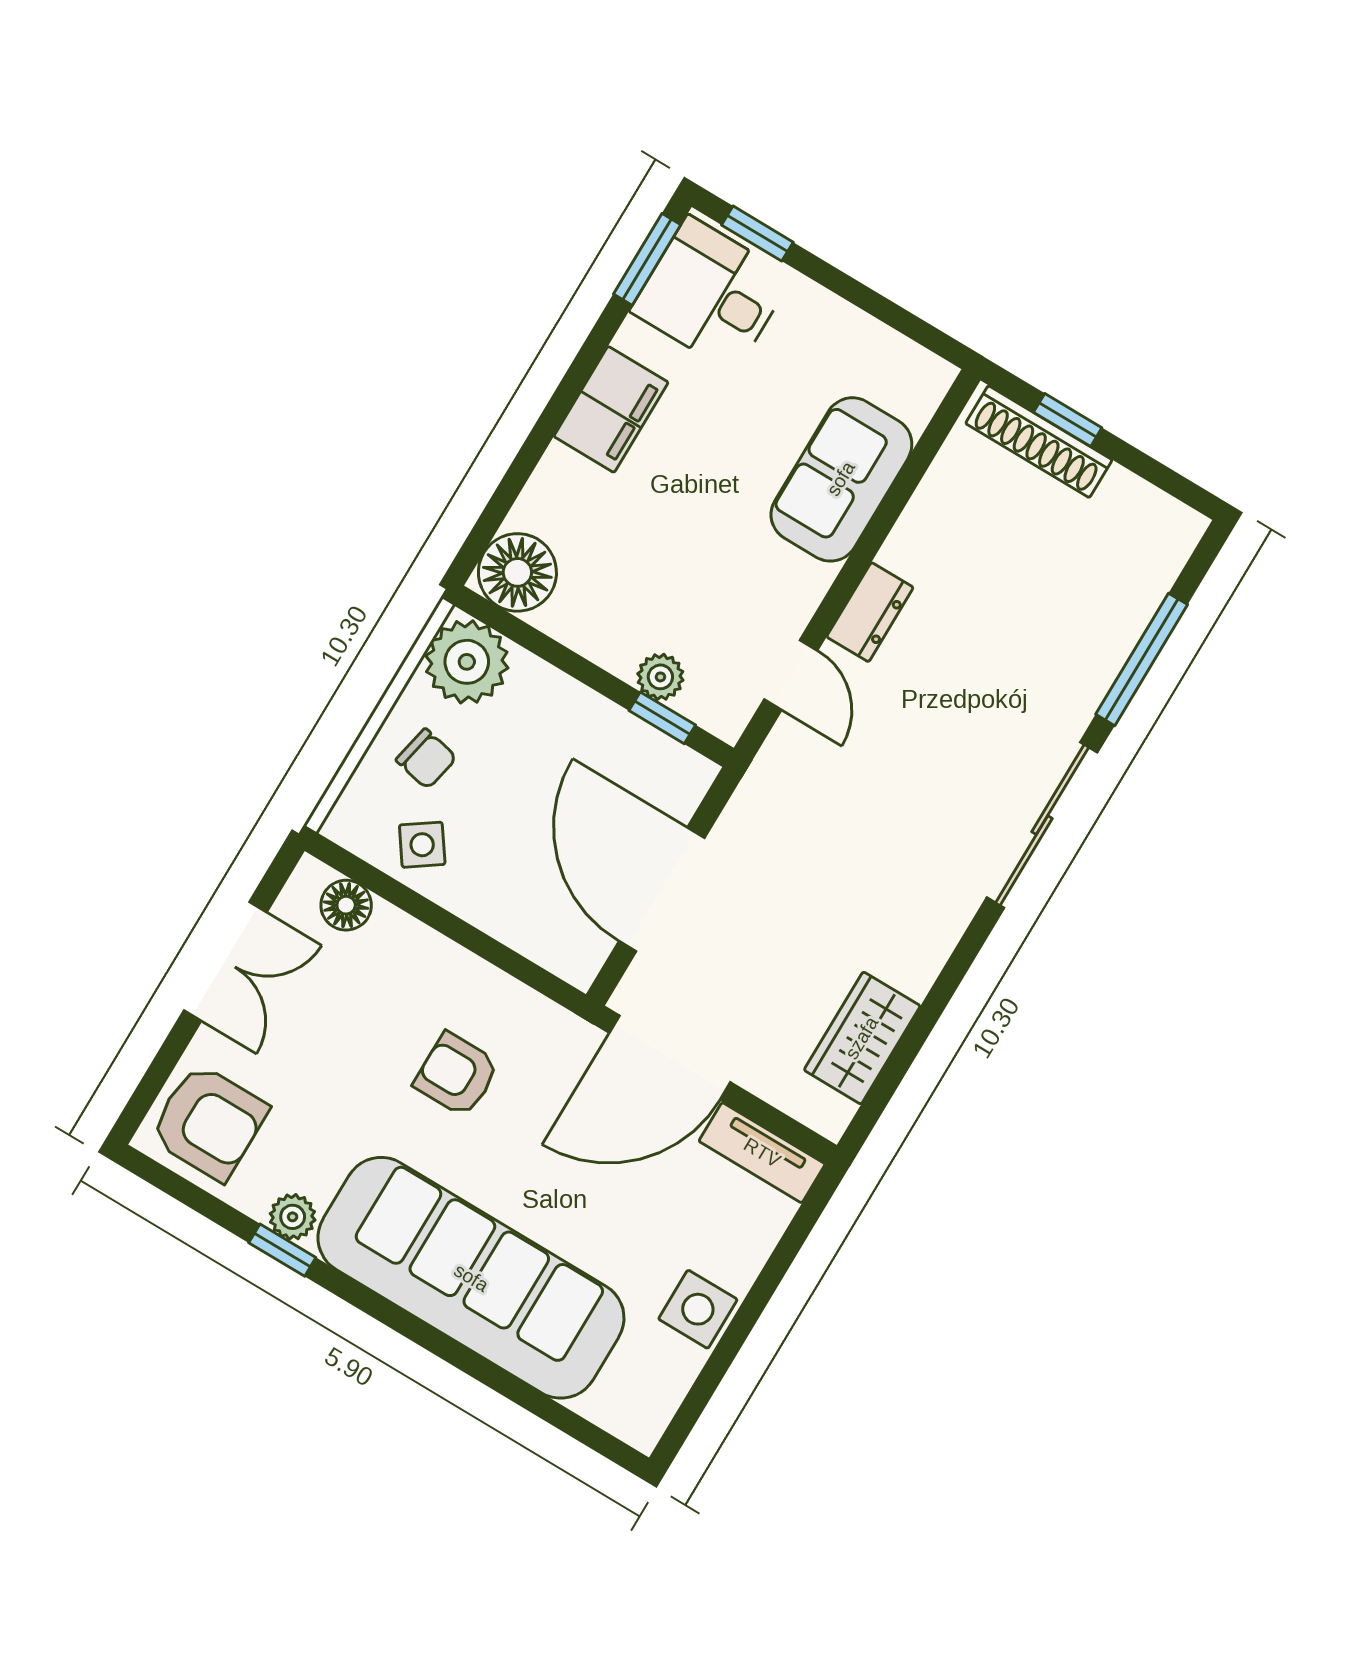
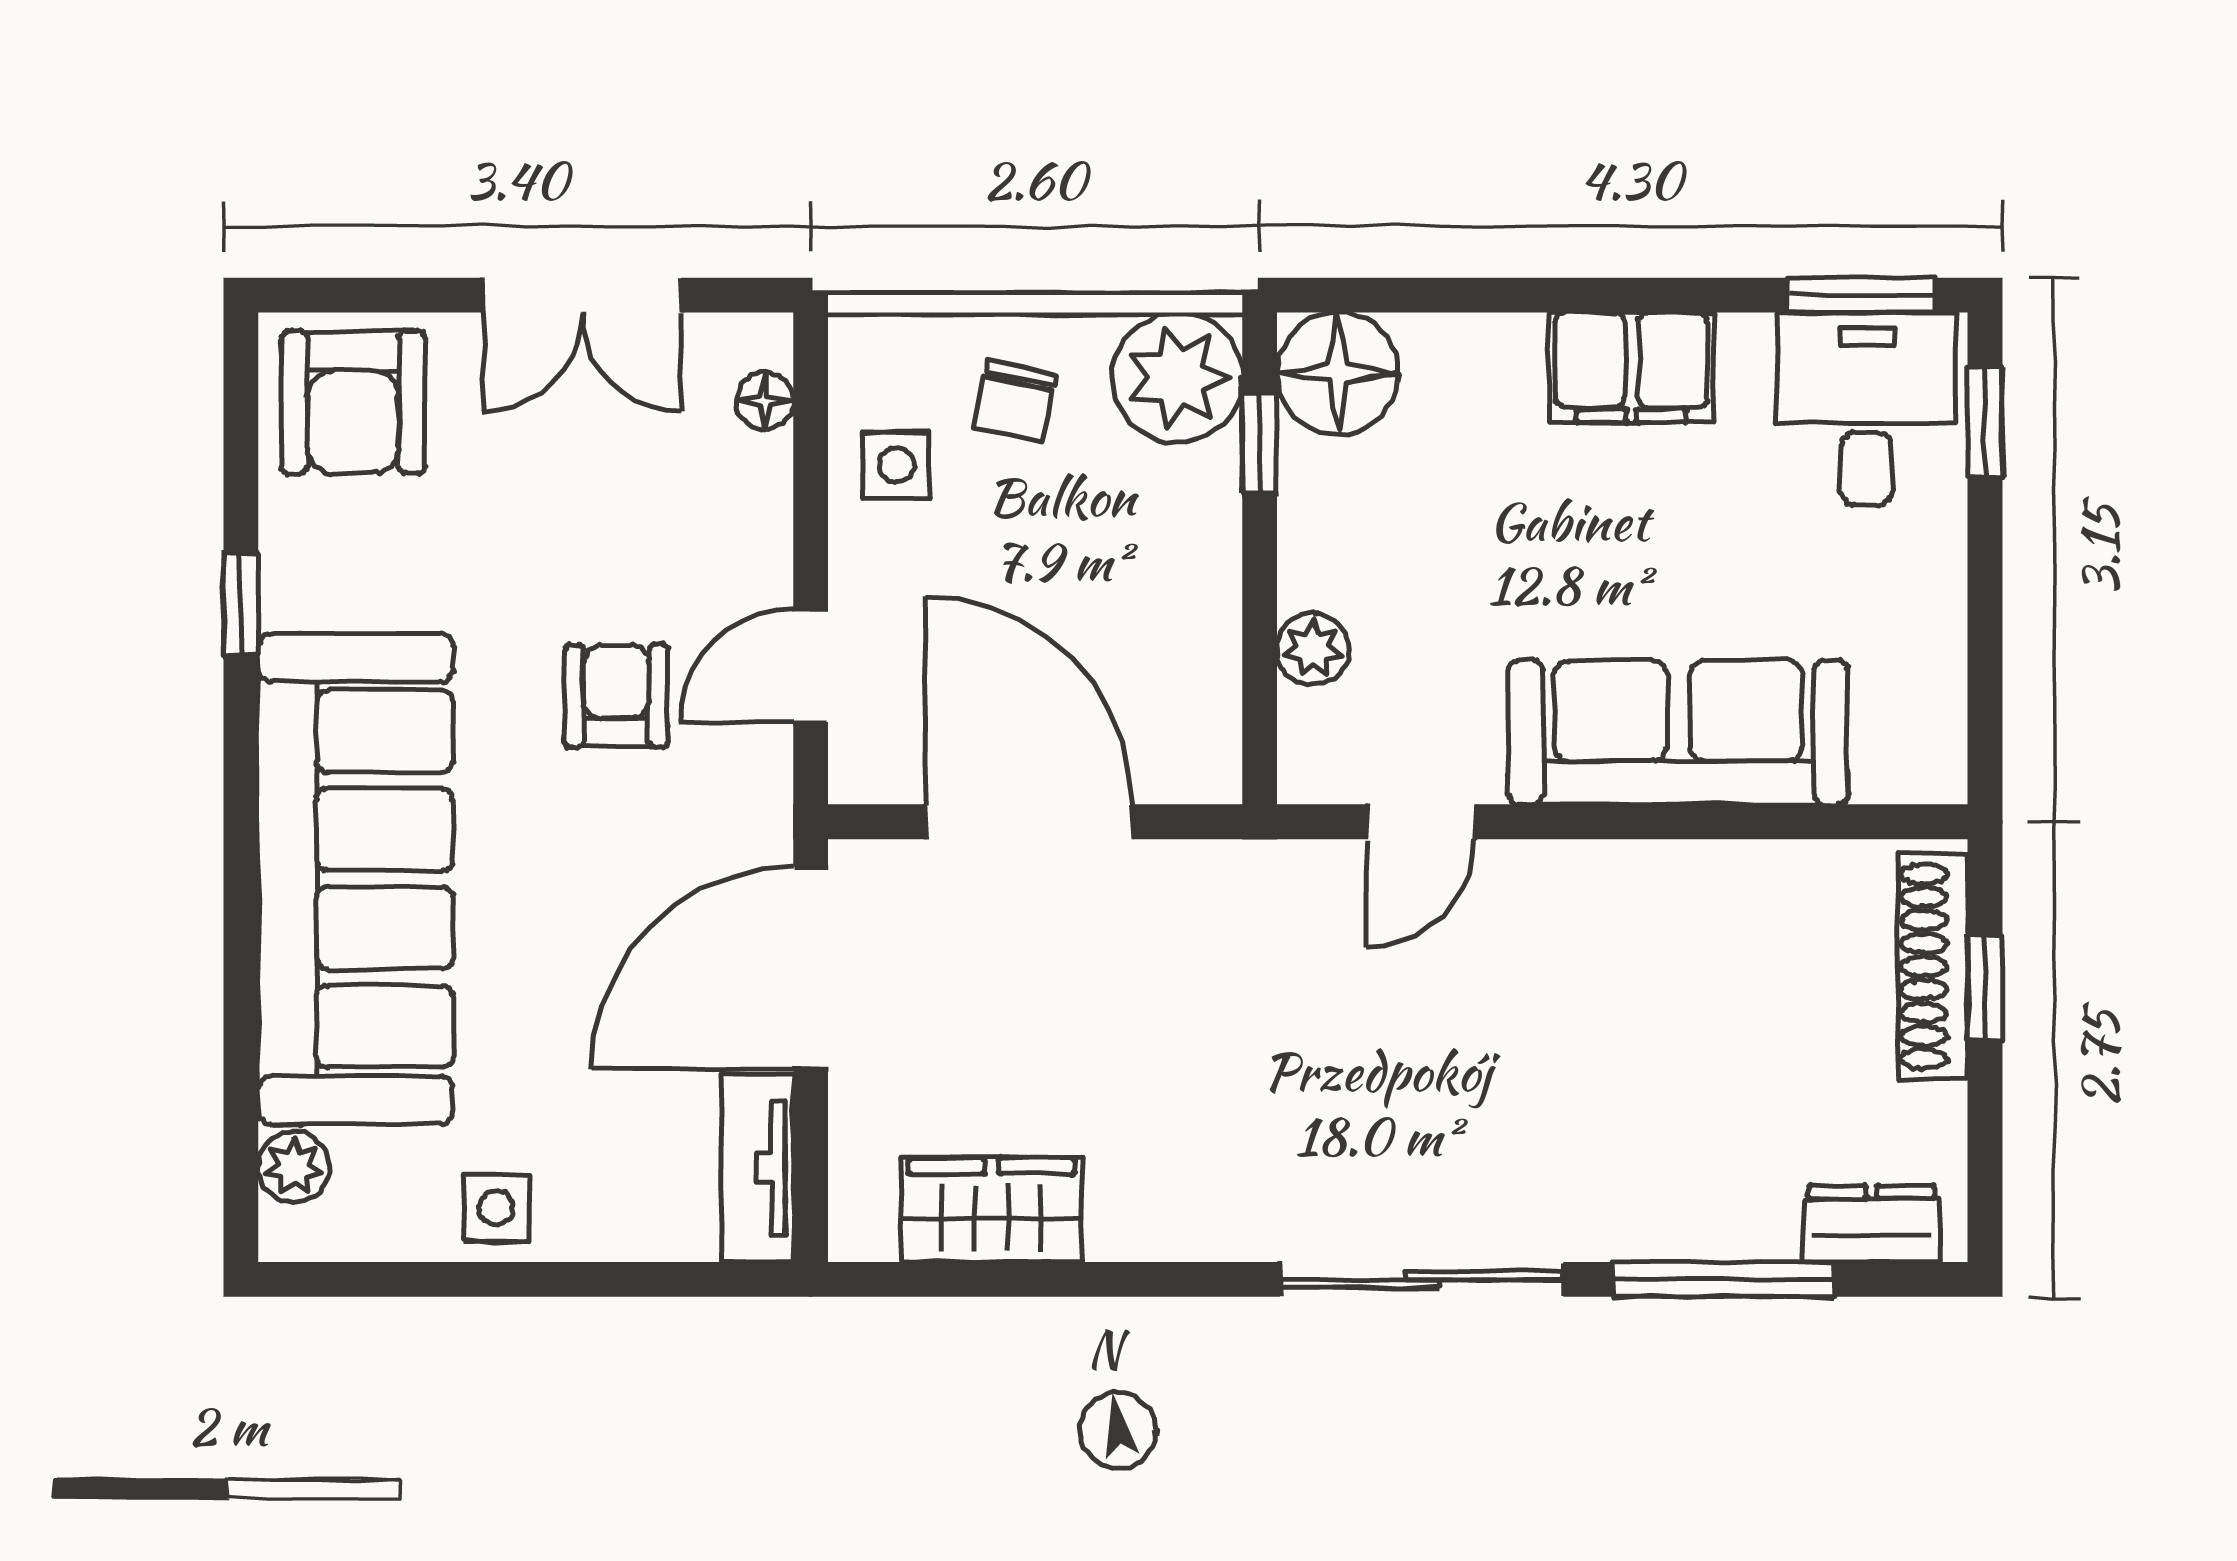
sofa: (841, 479) -> (1678, 732), width x1.36
dresser: (870, 612) -> (1872, 1224), moved, turned 180
window: (662, 718) -> (1260, 443), moved
side table: (422, 845) -> (896, 465), turned 35
door: (662, 889) -> (1029, 822), hinge flipped
floor lamp: (346, 905) -> (765, 401), width x0.73, depth x0.73
door: (504, 958) -> (811, 665), added
door: (670, 1057) -> (811, 968), hinge flipped
plant: (293, 1217) -> (294, 1167), moved
side table: (698, 1309) -> (496, 1208), width x0.73, depth x0.73

